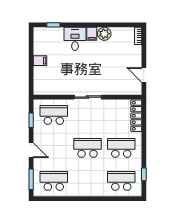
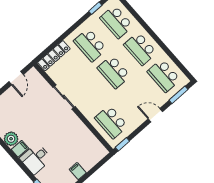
sliding door: (88, 97) -> (64, 97), moved
window: (31, 120) -> (122, 144), moved
door: (31, 150) -> (155, 115), hinge flipped
school desk: (88, 181) -> (140, 49), added

